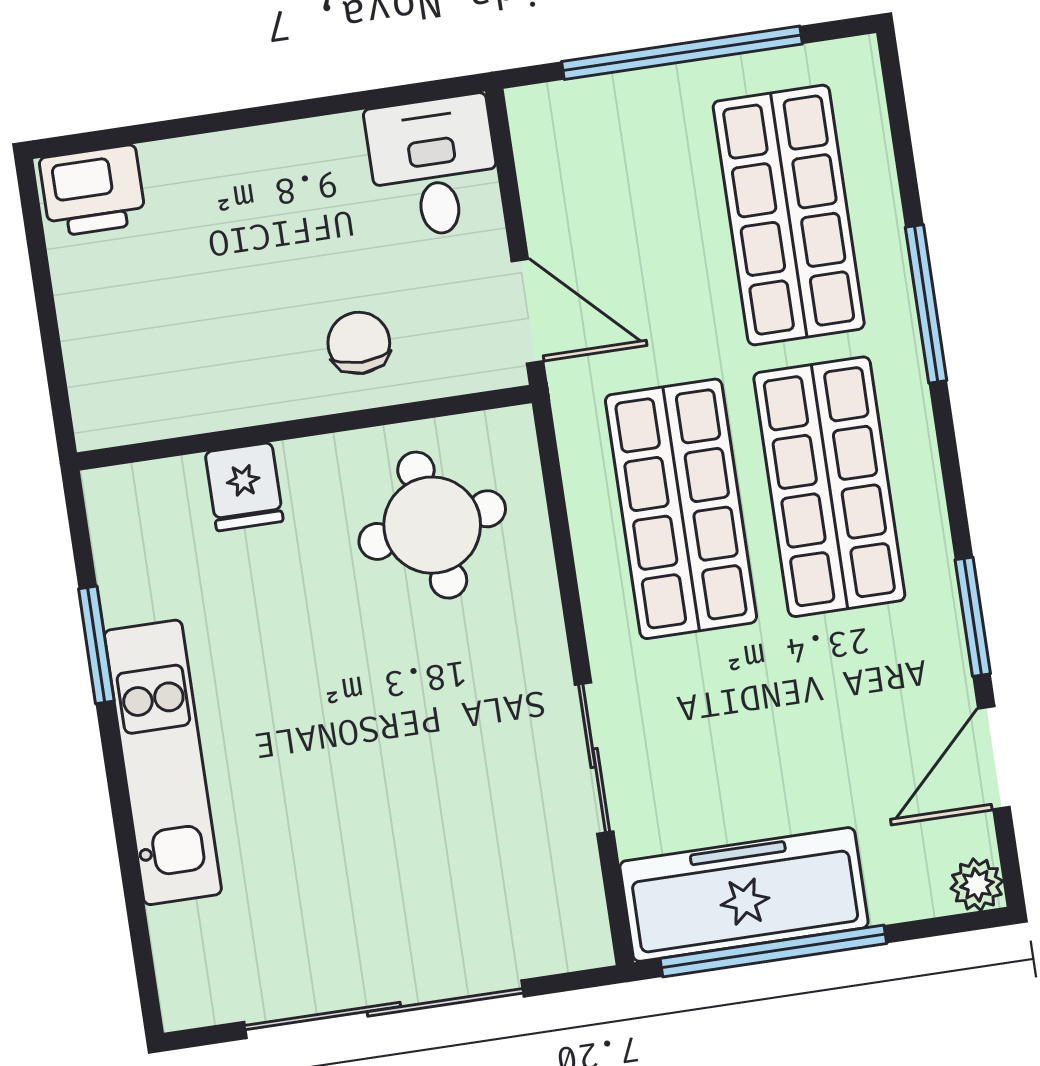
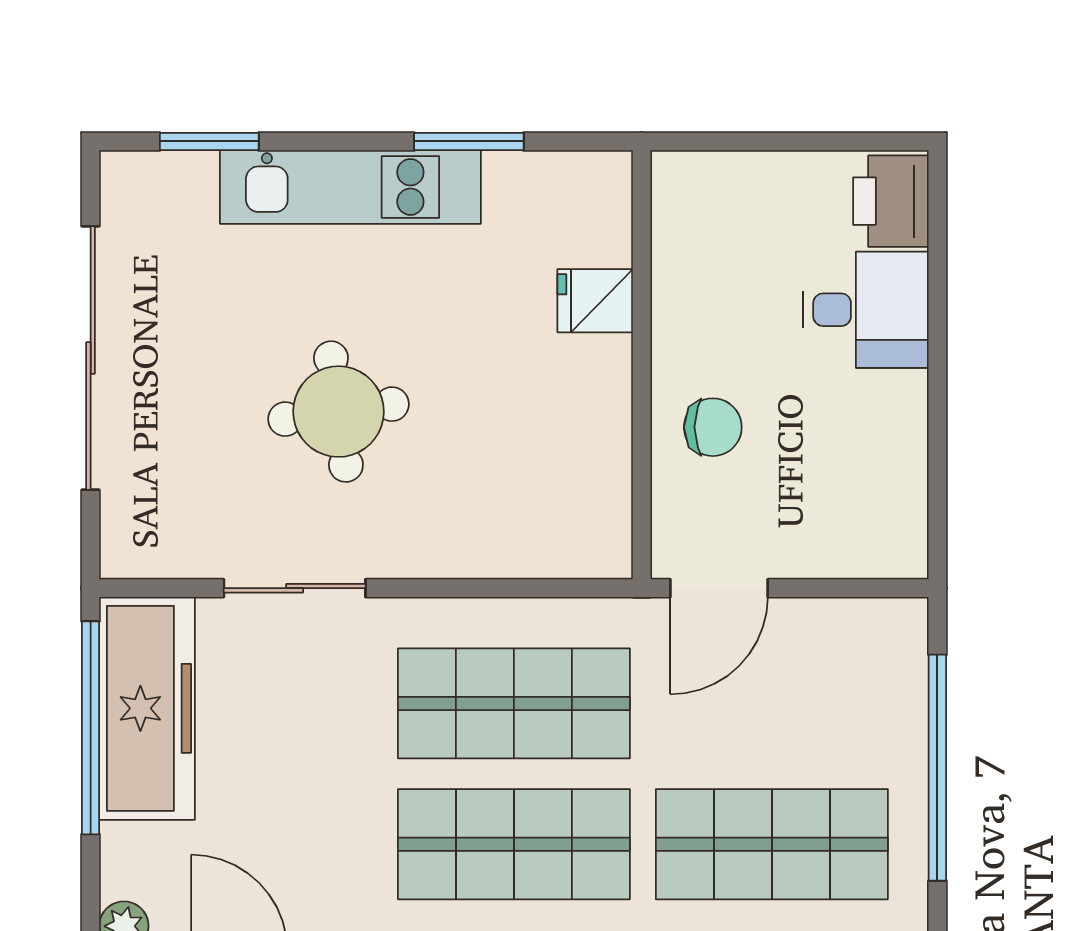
desk: (434, 167) -> (866, 310), moved
round table: (432, 525) -> (338, 412), moved
window: (137, 918) -> (209, 141), added

